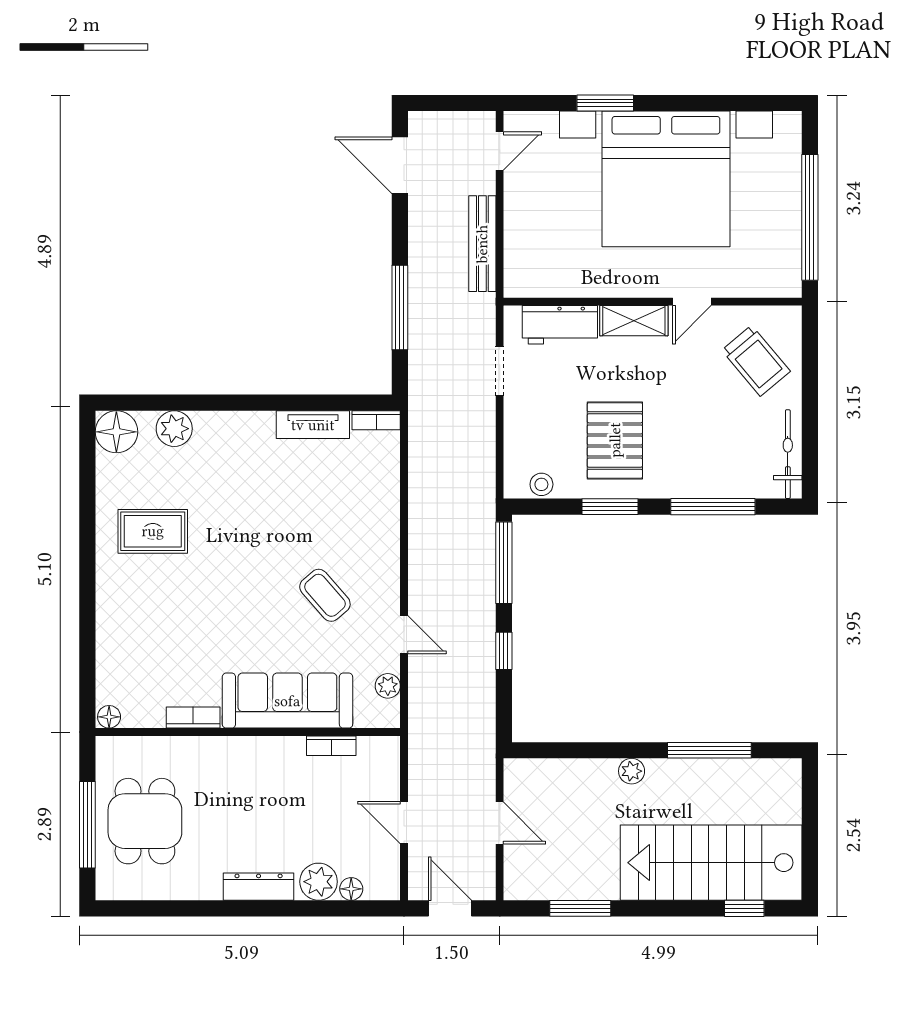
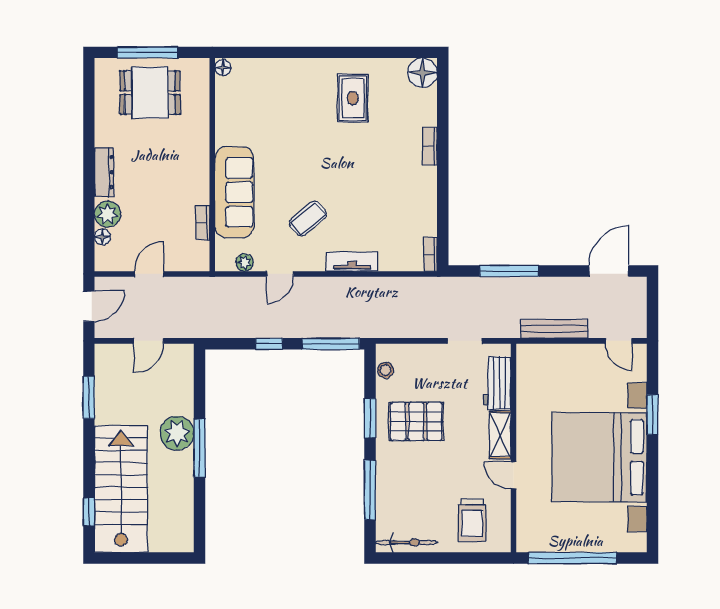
trolley: (756, 361) -> (472, 520), turned -50
tv unit: (313, 425) -> (352, 262), moved, turned 90
plant: (174, 429) -> (425, 113), removed
bookcase: (193, 718) -> (430, 146), moved, turned 180
window: (709, 750) -> (200, 448), moved
plant: (632, 771) -> (177, 433), width x1.88, depth x1.88

